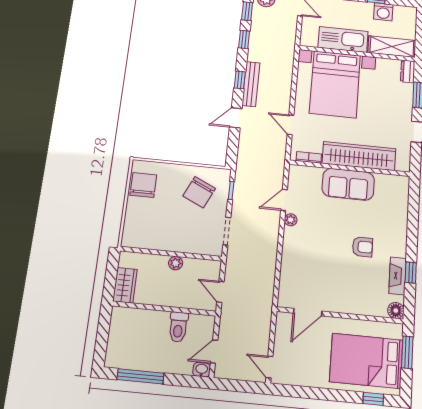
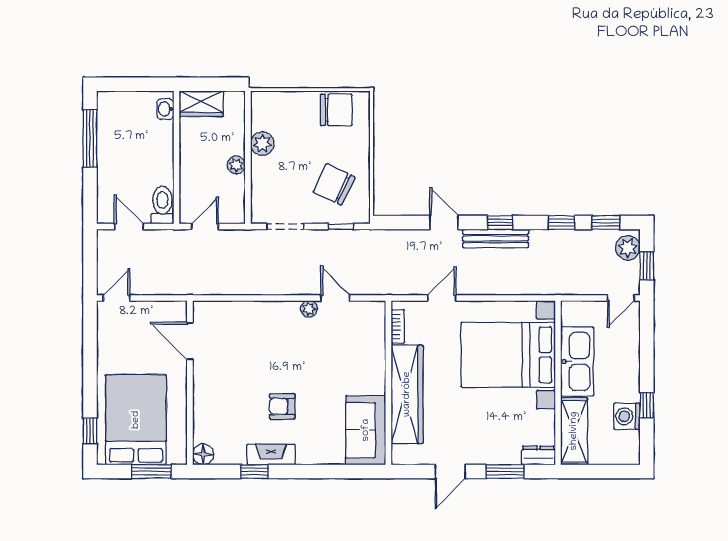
sofa: (348, 184) -> (366, 430), moved
plant: (162, 242) -> (262, 143), added
armchair: (362, 247) -> (282, 406), turned 90
fireplace: (398, 276) -> (271, 454), moved
toilet: (178, 327) -> (162, 205), moved, turned 90
washbasin: (202, 370) -> (165, 109), moved, turned 180

